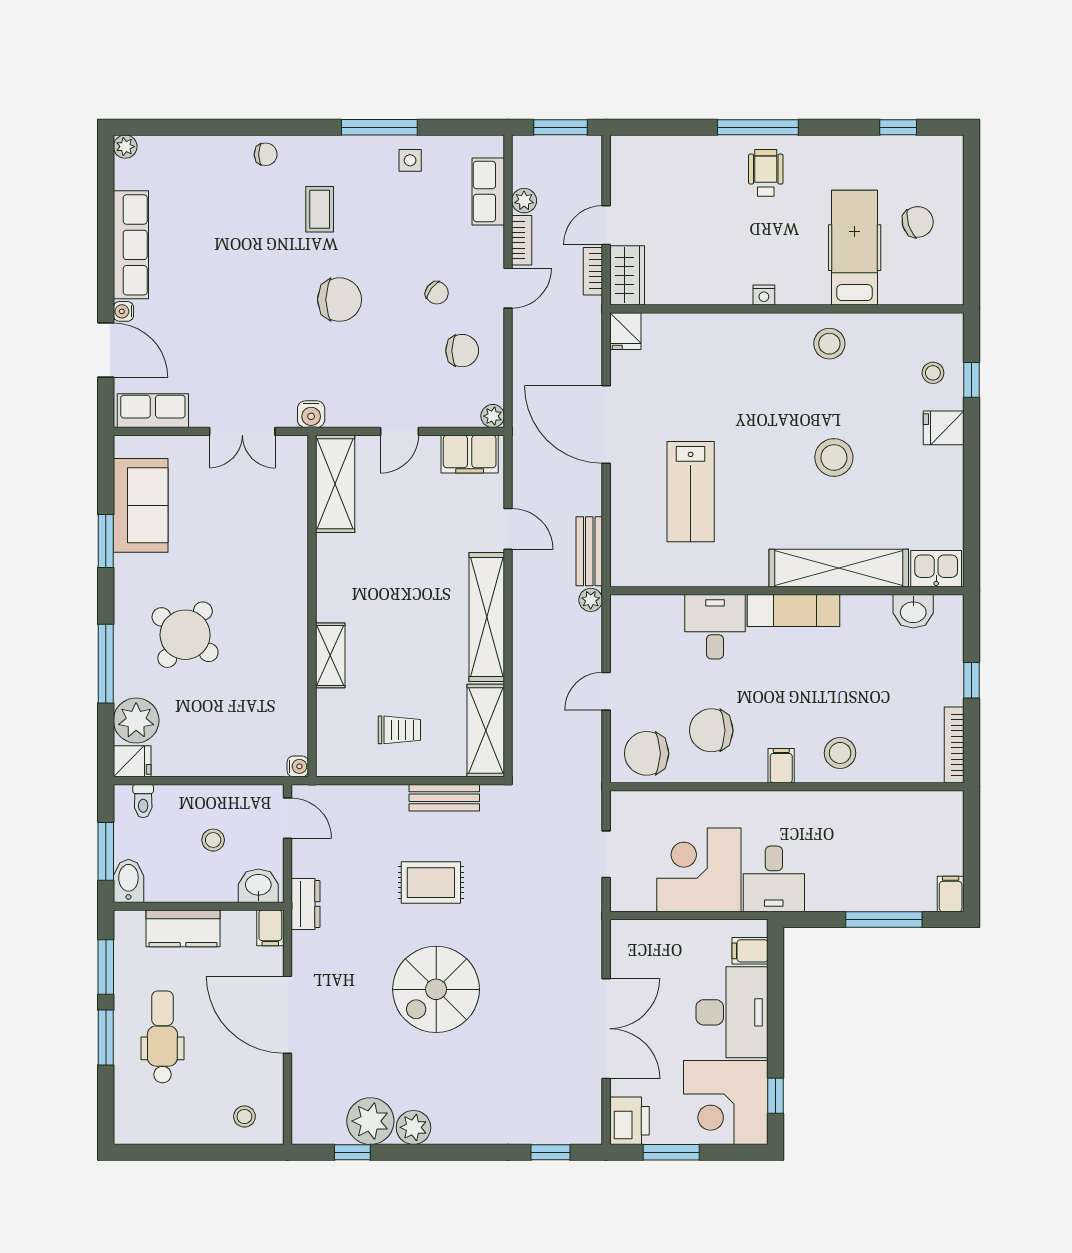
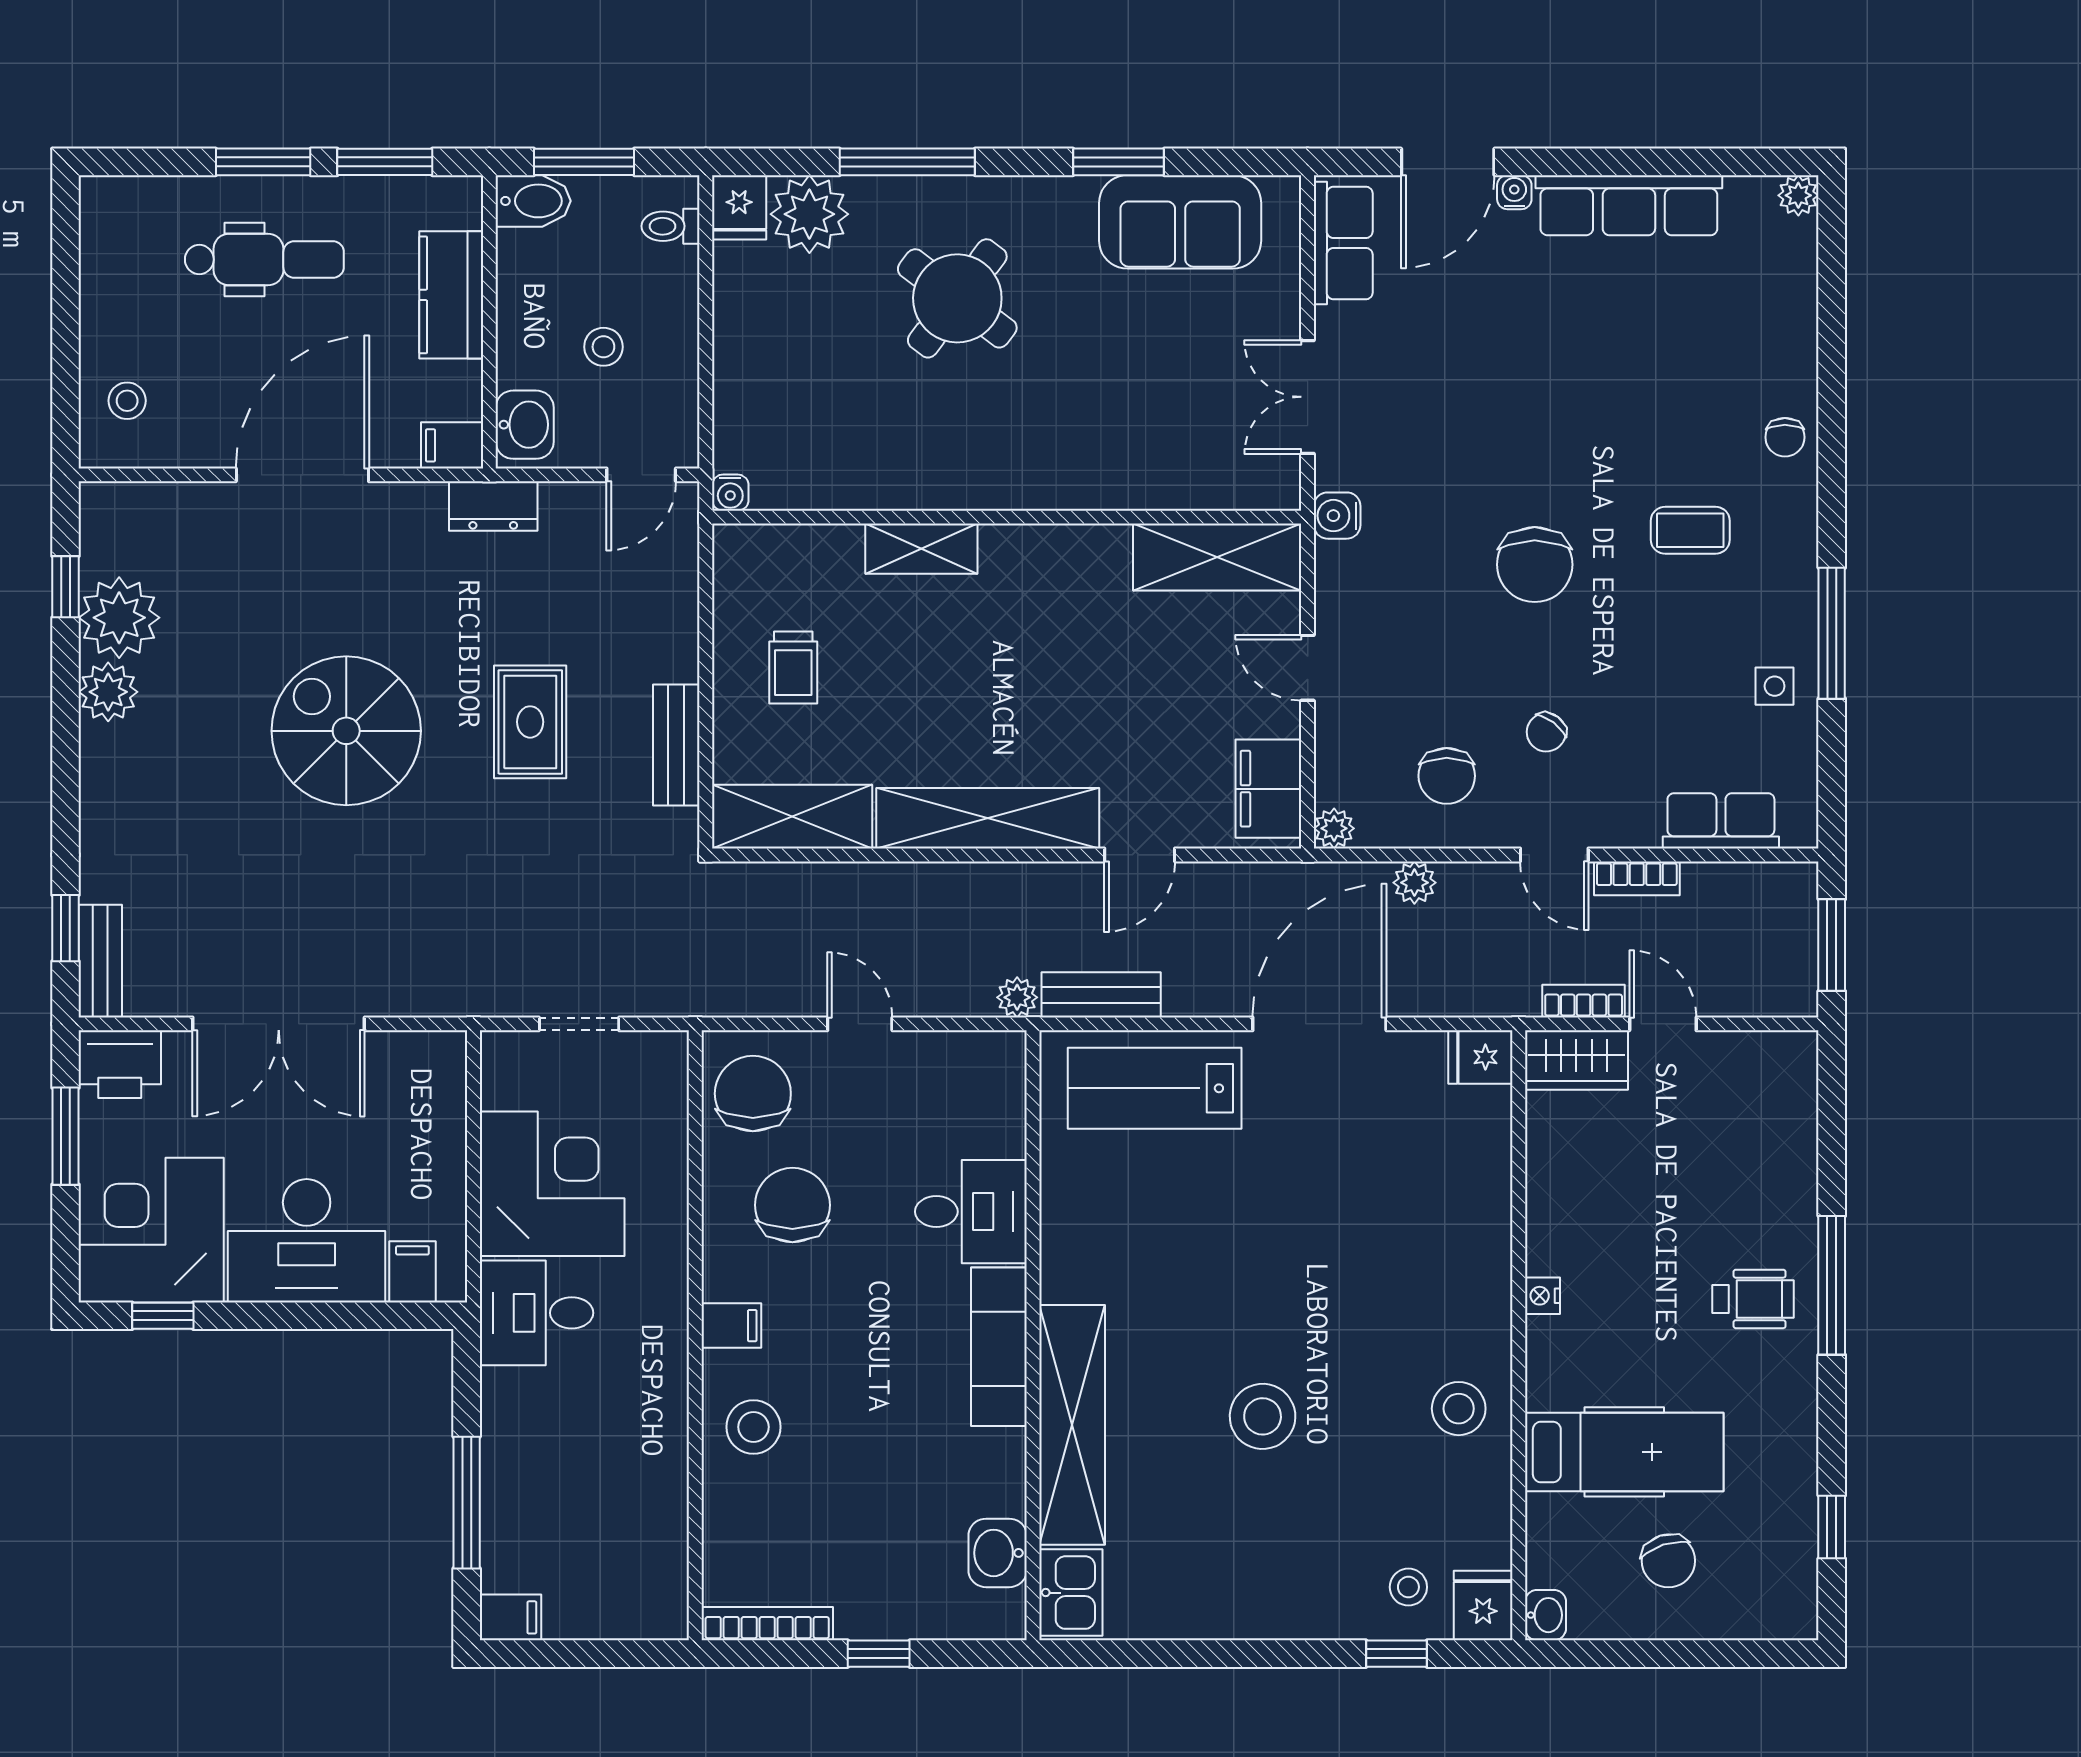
plant: (524, 201) -> (1414, 883), moved
washbasin: (949, 293) -> (1545, 1615), added
fridge: (944, 428) -> (1483, 1605), moved
lab bench: (691, 492) -> (1155, 1088), moved
bench: (570, 1132) -> (100, 961), added

